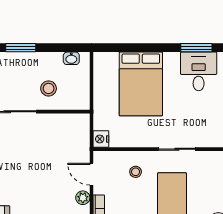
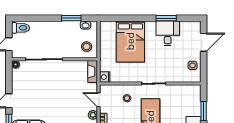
window: (21, 48) -> (71, 18), moved
stool: (49, 88) -> (87, 47), moved
fireplace: (82, 131) -> (93, 72), added

